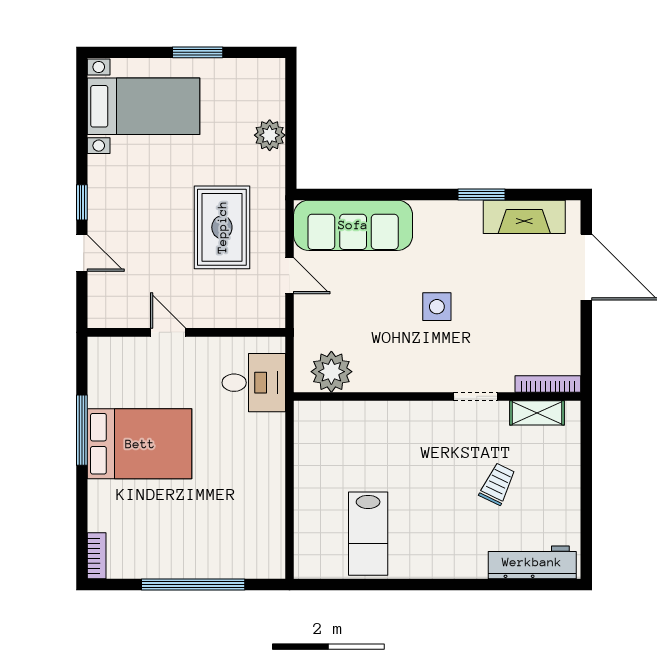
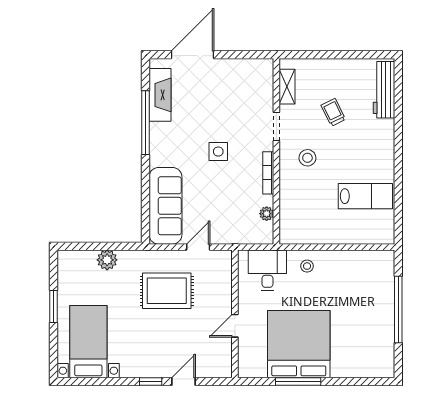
window: (482, 194) -> (145, 123), width x2.11
plant: (331, 372) -> (267, 214), width x0.53, depth x0.53
bookcase: (548, 384) -> (268, 173), moved
bed: (140, 444) -> (299, 344), width x1.36
stool: (260, 444) -> (307, 266), added
stool: (427, 444) -> (307, 158), added
trolley: (497, 484) -> (333, 112), turned 38
bookcase: (97, 556) -> (380, 372), removed

